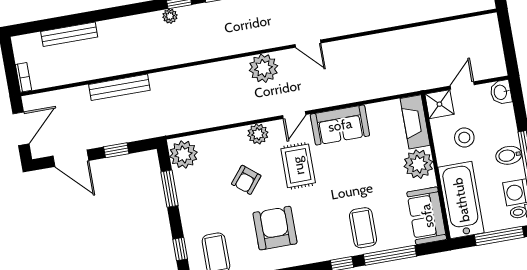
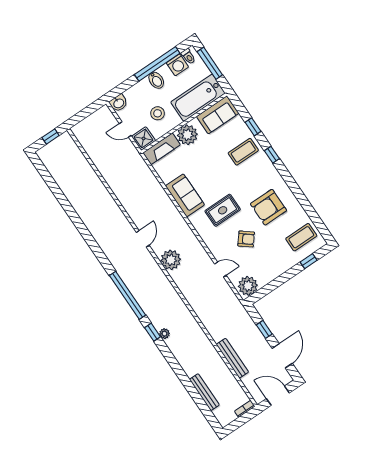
bench: (119, 87) -> (232, 358), moved
door: (294, 115) -> (220, 270), moved
plant: (258, 134) -> (214, 245), removed
window: (169, 189) -> (274, 285), removed
window: (390, 255) -> (253, 127), width x0.46

